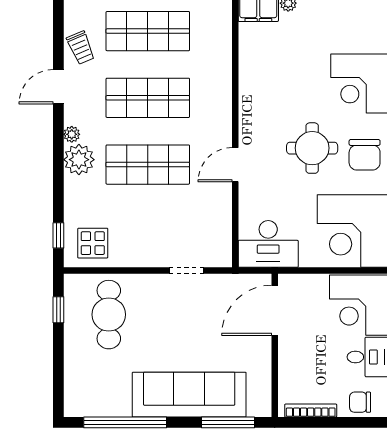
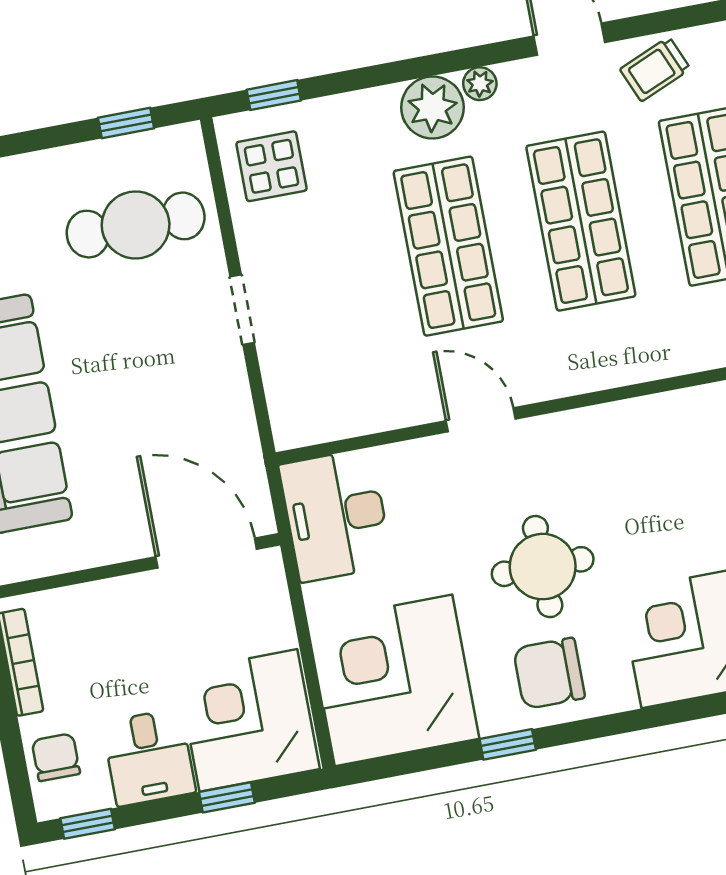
doorway: (187, 271) -> (242, 310), moved

